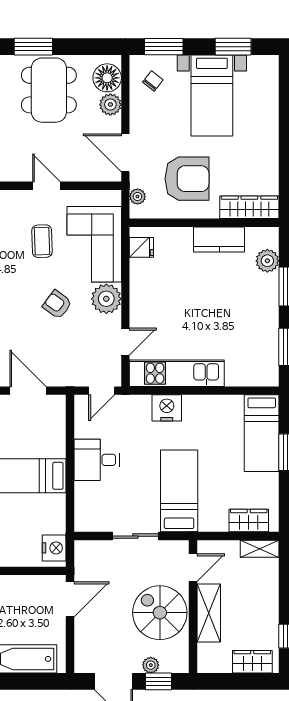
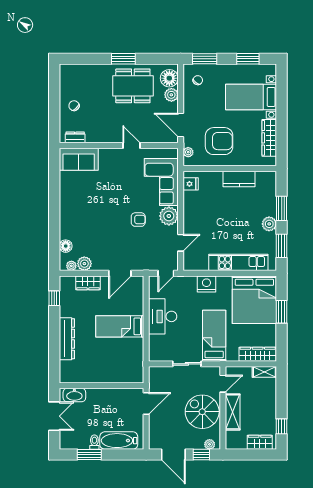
dining table: (49, 90) -> (133, 86), turned 90
bed with nightstands: (212, 95) -> (251, 97), moved, turned 90
wardrobe: (249, 207) -> (269, 138), moved, turned -90
coffee table: (42, 241) -> (129, 180), removed
plant: (267, 261) -> (269, 224), moved
armchair: (57, 304) -> (138, 220), turned 144
kitchen unit: (177, 373) -> (238, 262), moved
door: (28, 391) -> (120, 273), swing flipped
bed: (262, 433) -> (254, 300), width x2.04
desk: (97, 460) -> (163, 316), width x1.37
wardrobe: (249, 521) -> (258, 354), width x1.50
nightstand: (54, 548) -> (136, 371), removed
plant: (151, 665) -> (210, 444), moved

